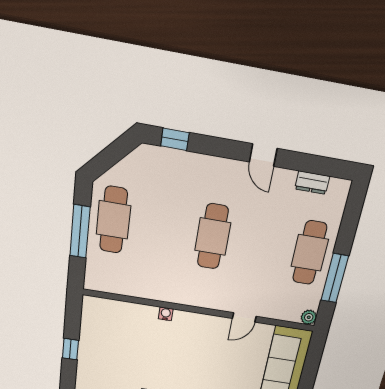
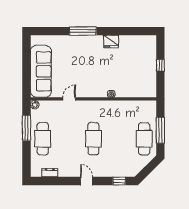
door: (263, 155) -> (87, 181), moved

